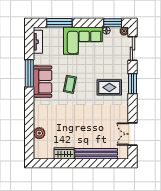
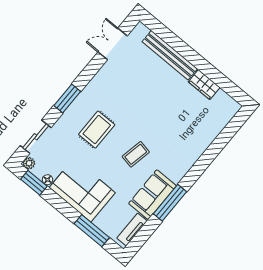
sofa: (42, 82) -> (152, 195), moved
rug: (109, 87) -> (97, 130), moved, turned 90
plant: (39, 133) -> (213, 129), removed
double door: (132, 134) -> (113, 44), swing flipped

